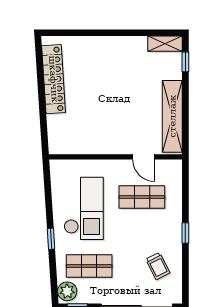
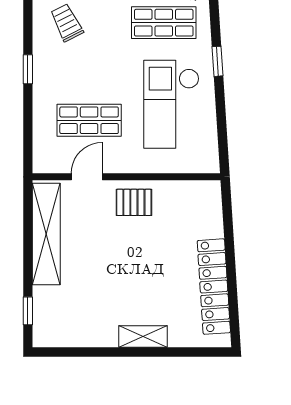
shelving: (165, 44) -> (143, 337), moved
pallet: (110, 139) -> (134, 202), added
door: (144, 157) -> (87, 177), hinge flipped

